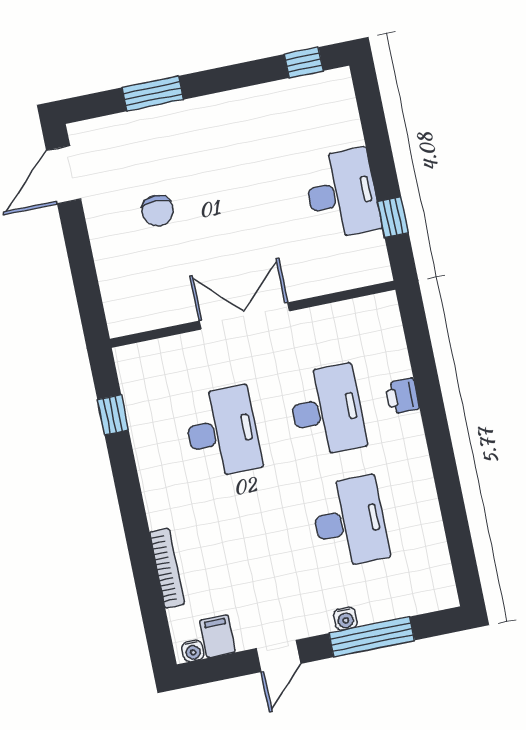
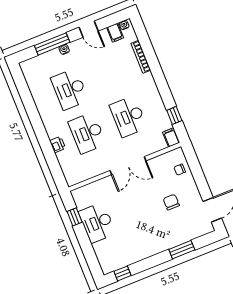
chair: (123, 284) -> (180, 170), added
filing cabinet: (130, 364) -> (171, 137), added
door: (279, 656) -> (89, 29), swing flipped

